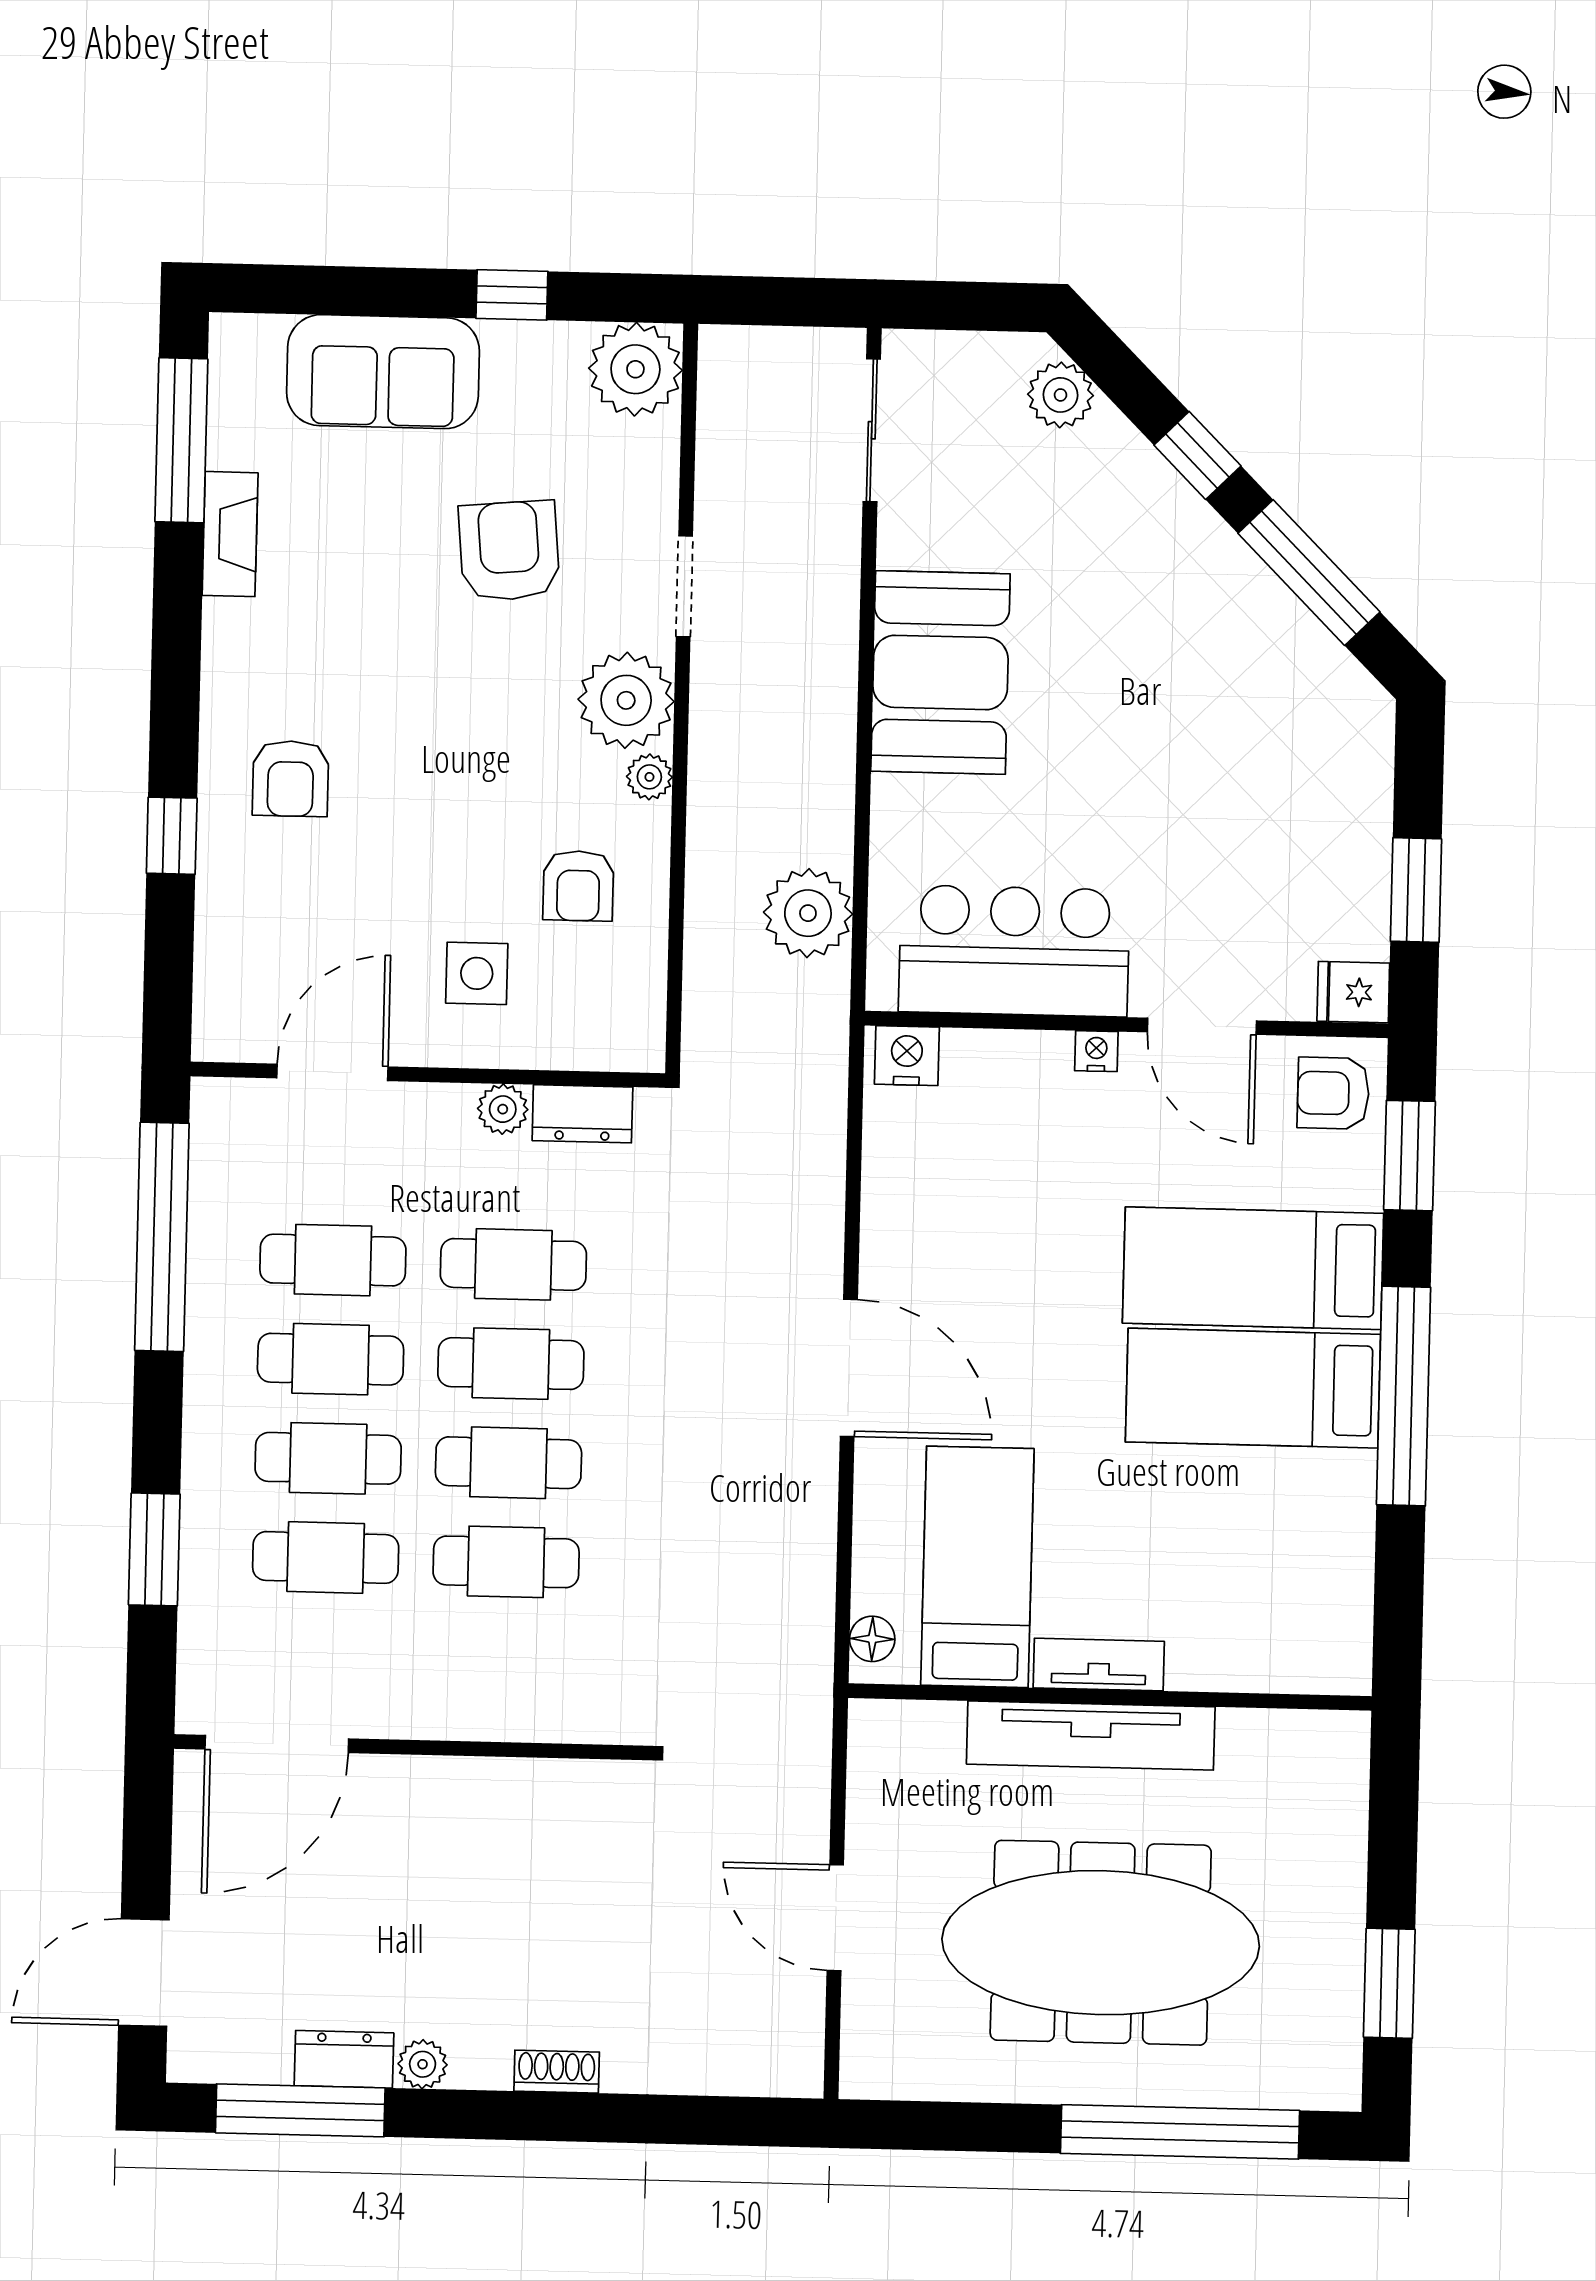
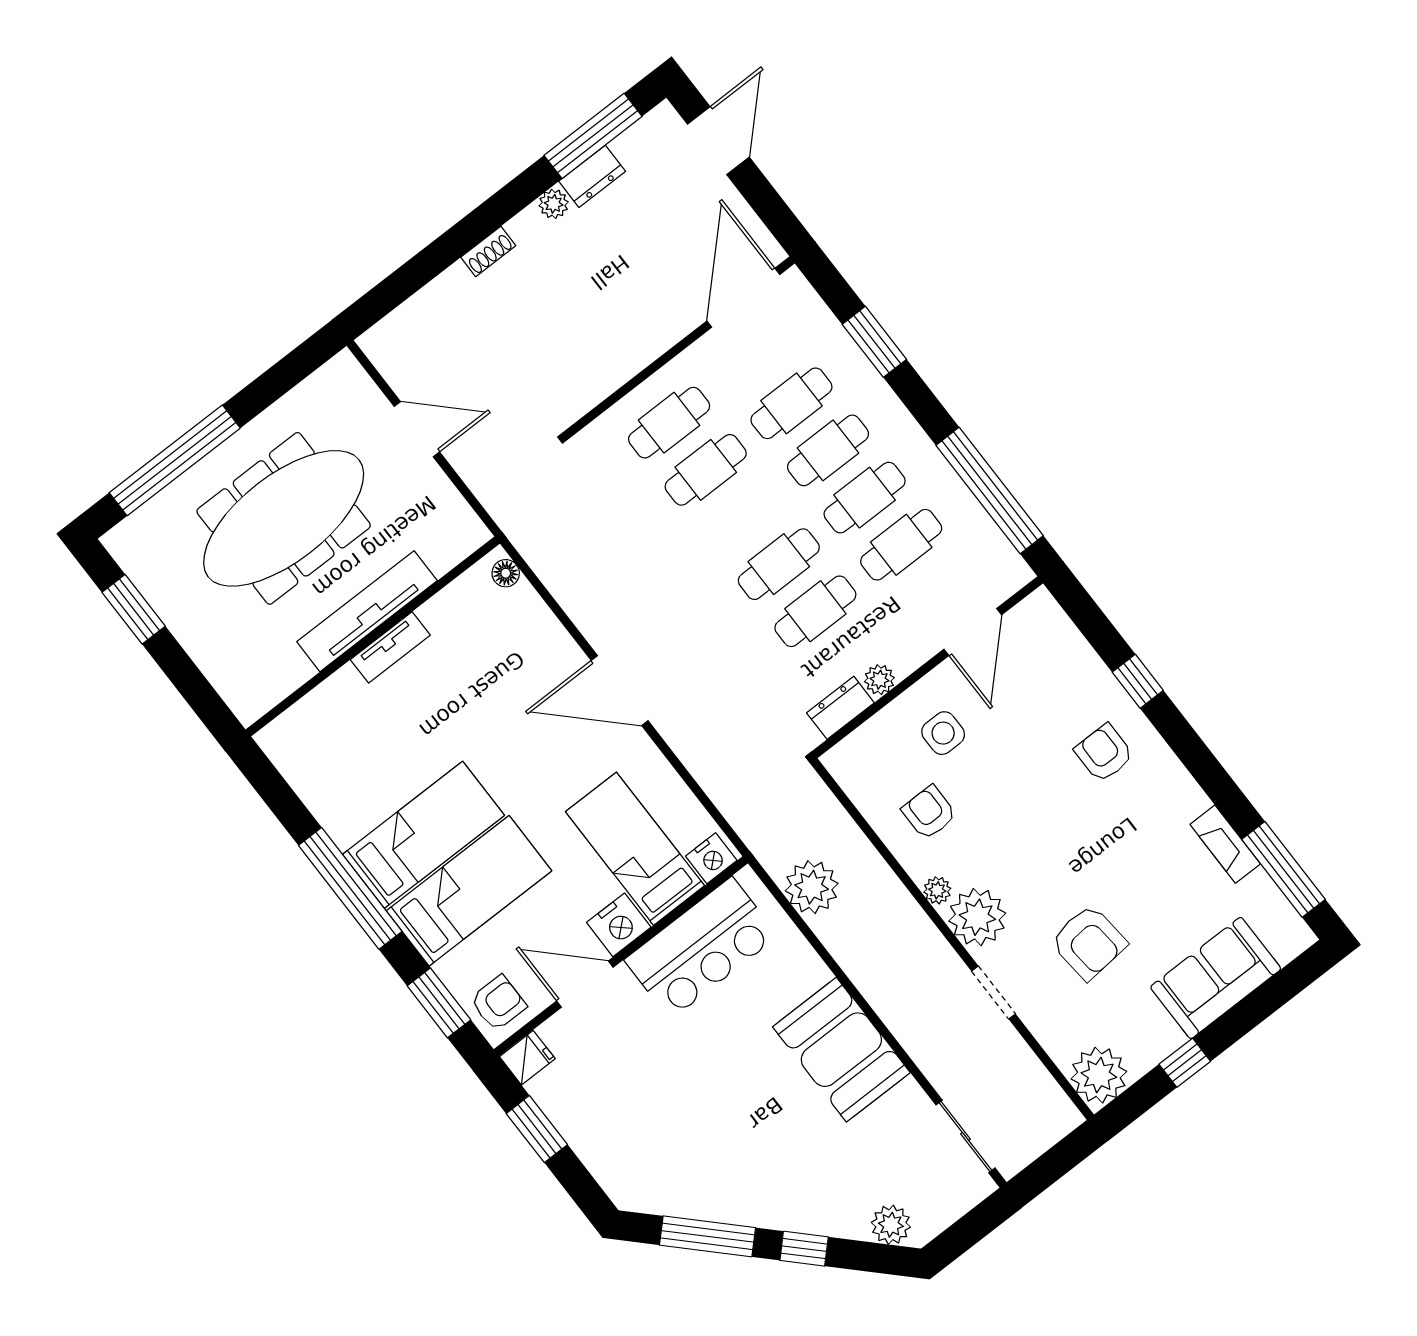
nightstand: (1096, 1051) -> (619, 925), width x1.89, depth x1.79
cafe table: (508, 1463) -> (669, 423), moved
bed: (977, 1567) -> (635, 849), moved, turned 180

